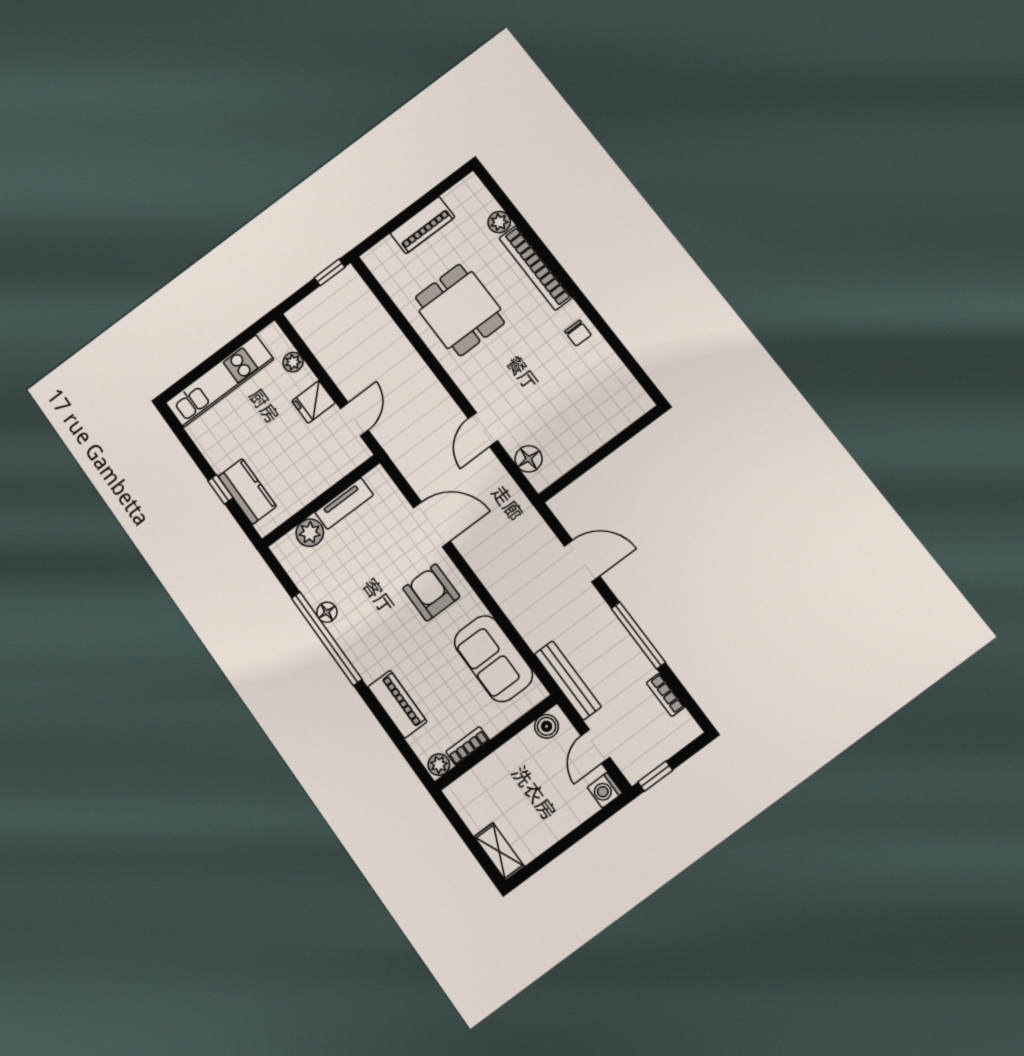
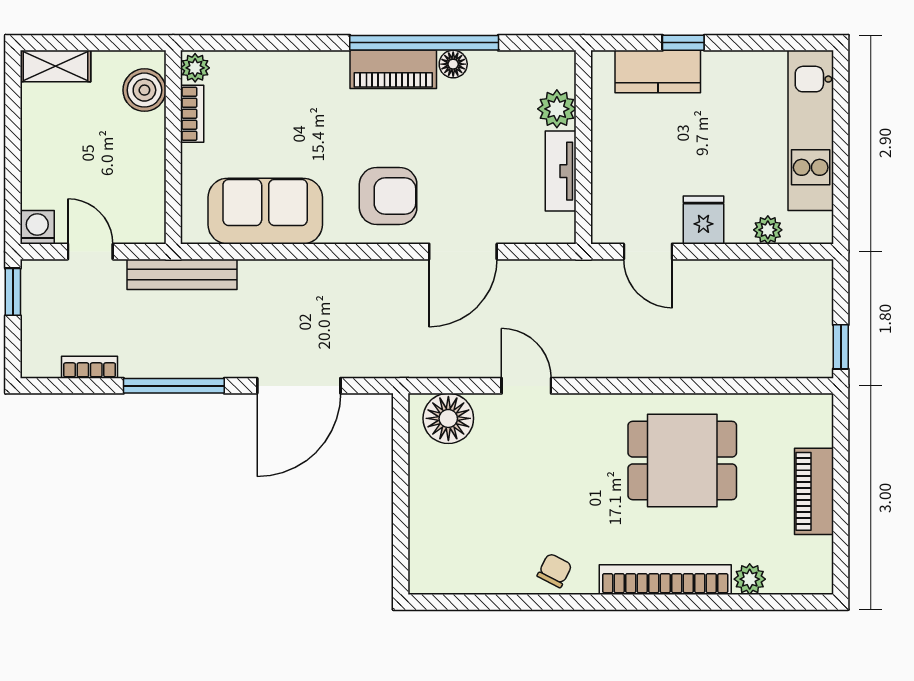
chair: (578, 333) -> (555, 570), turned 117
floor lamp: (529, 459) -> (448, 418), width x1.38, depth x1.38
door: (582, 561) -> (299, 386), width x1.36
piano: (397, 704) -> (393, 69), moved
boiler: (547, 726) -> (144, 90), moved, width x1.36, depth x1.36

